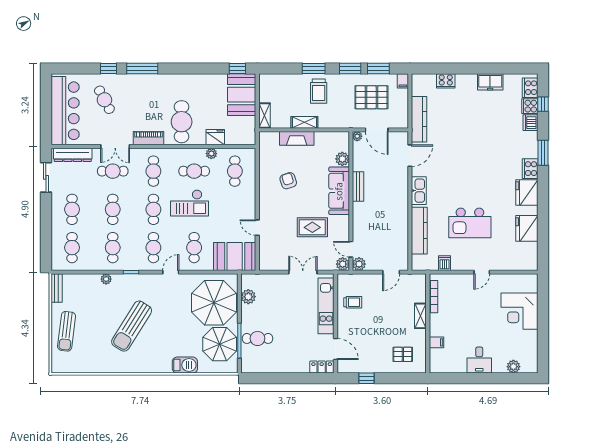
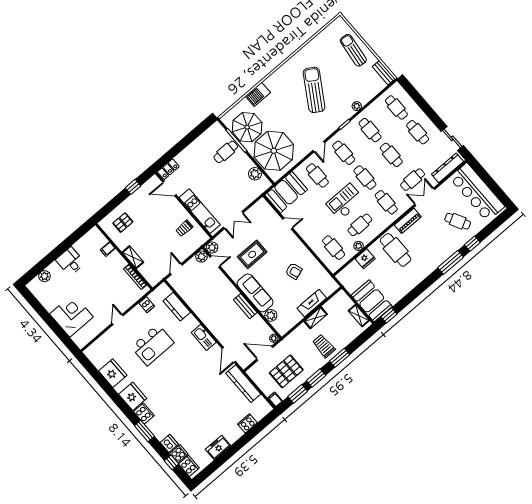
shelving: (264, 116) -> (359, 316), moved
kitchen island: (470, 223) -> (153, 345), turned 180
kitchen counter: (419, 231) -> (177, 307), width x0.67

